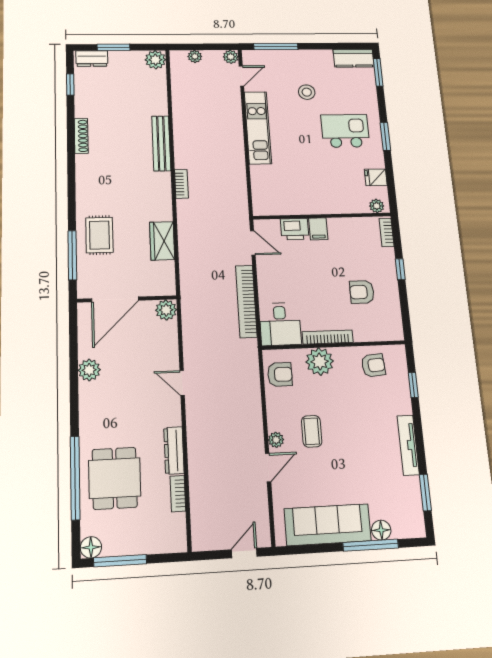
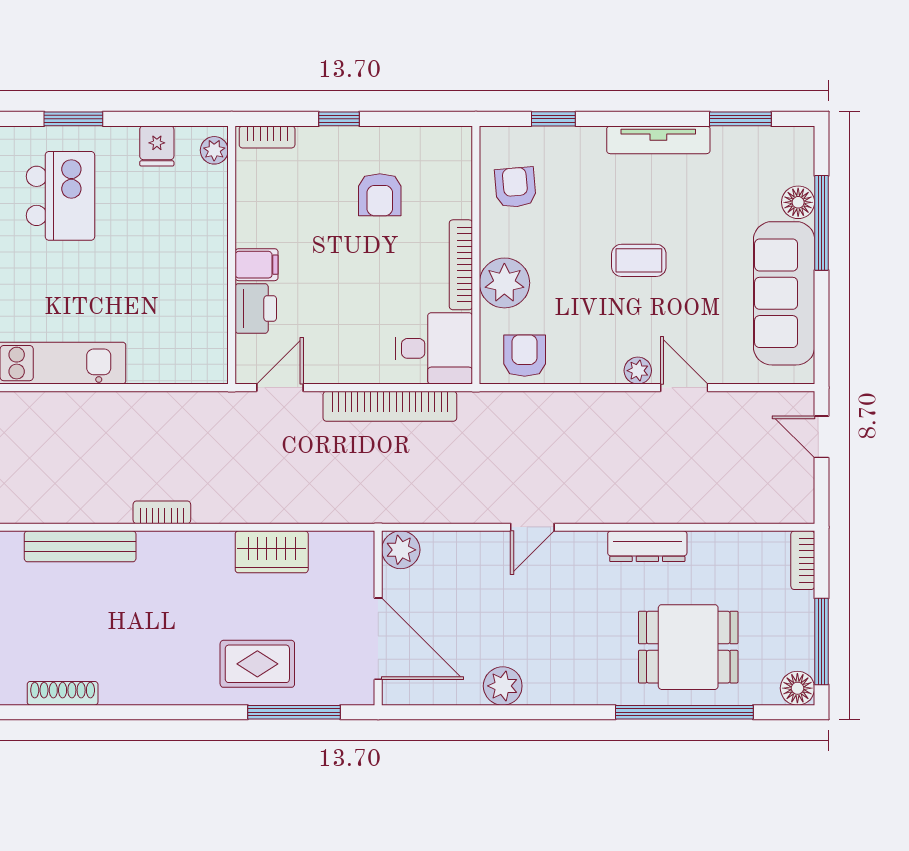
kitchen island: (345, 131) -> (60, 196), turned 180
coffee table: (312, 431) -> (639, 260), moved
bookcase: (178, 494) -> (803, 560), moved, turned 90

